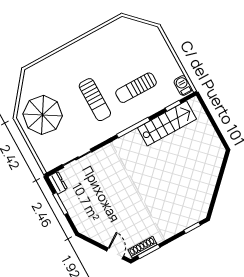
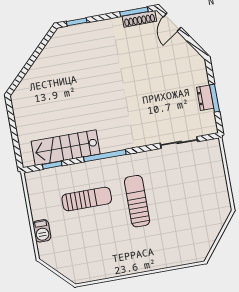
barbecue: (183, 85) -> (42, 231), moved
parasol: (43, 115) -> (201, 204), removed
dresser: (58, 183) -> (205, 98), moved

